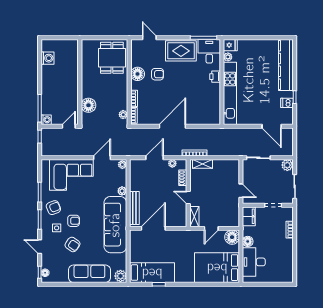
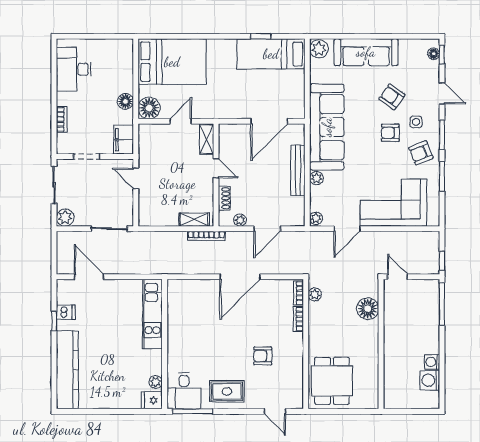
rug: (181, 51) -> (227, 391), width x0.73, depth x0.70
floor lamp: (138, 74) -> (293, 356), removed
printer: (215, 77) -> (175, 352), removed
kitchen unit: (230, 93) -> (152, 314), width x0.73
washing machine: (46, 120) -> (432, 362), moved
door: (69, 126) -> (398, 277), swing flipped
bench: (134, 208) -> (298, 170), moved
desk: (254, 262) -> (74, 69), moved, turned 180

